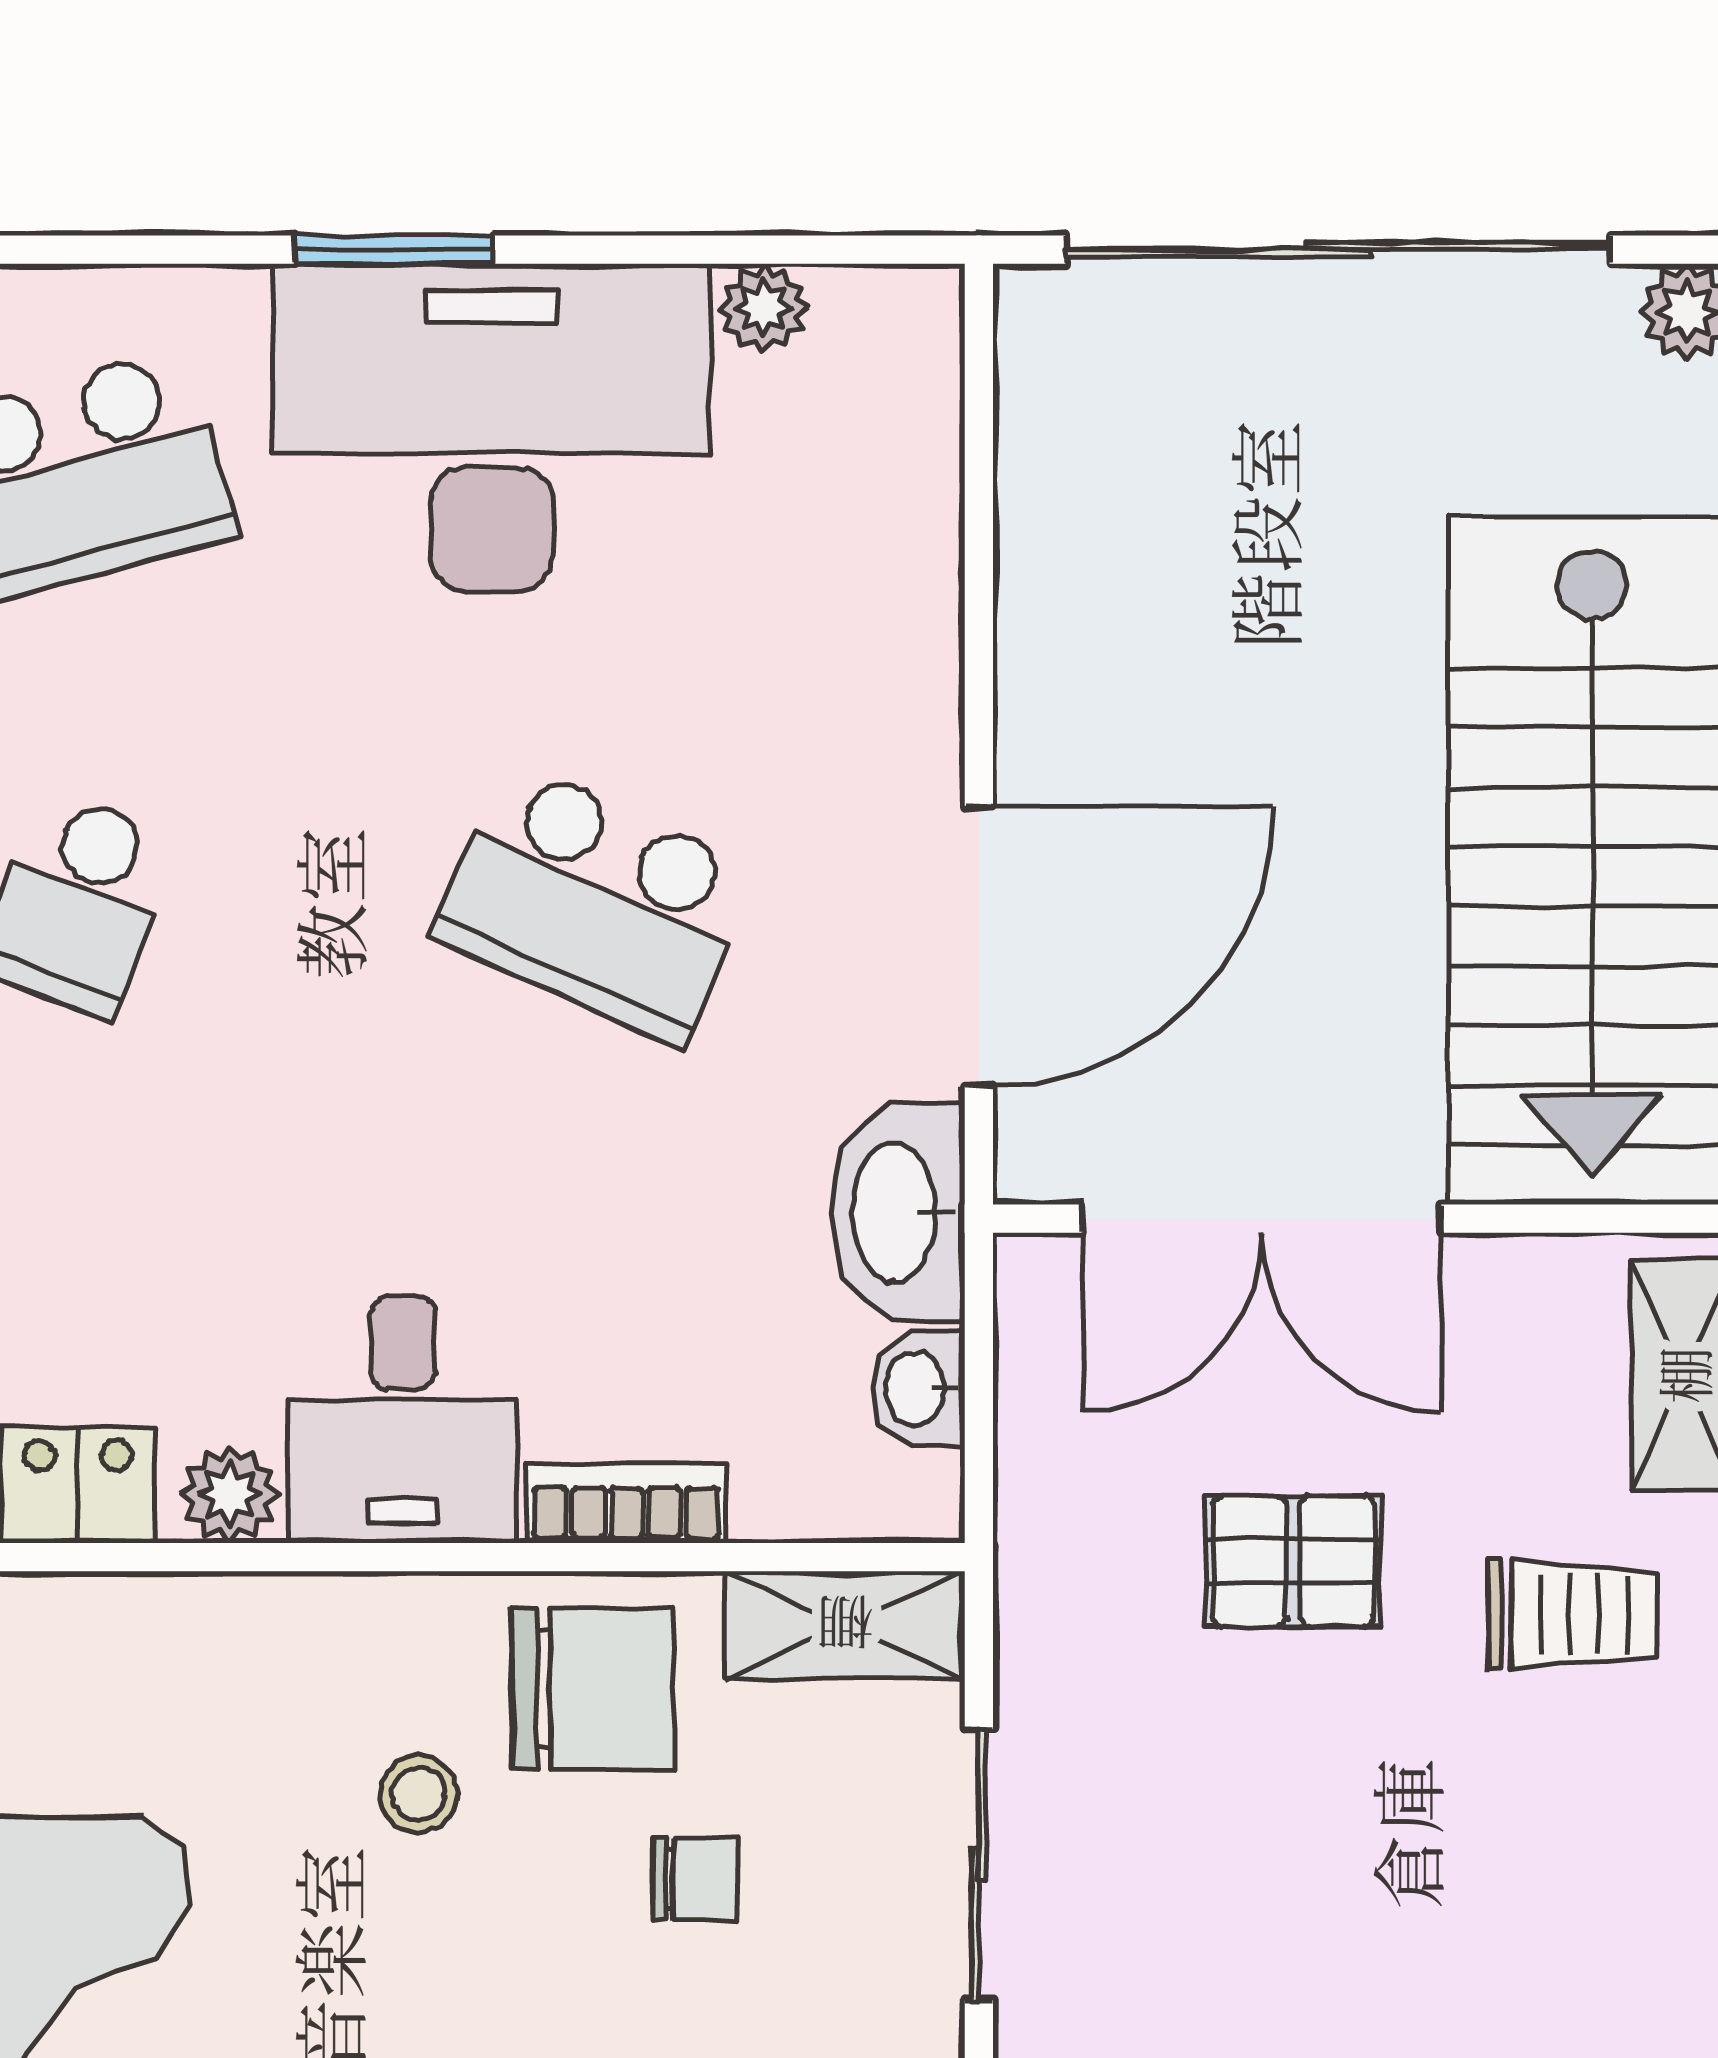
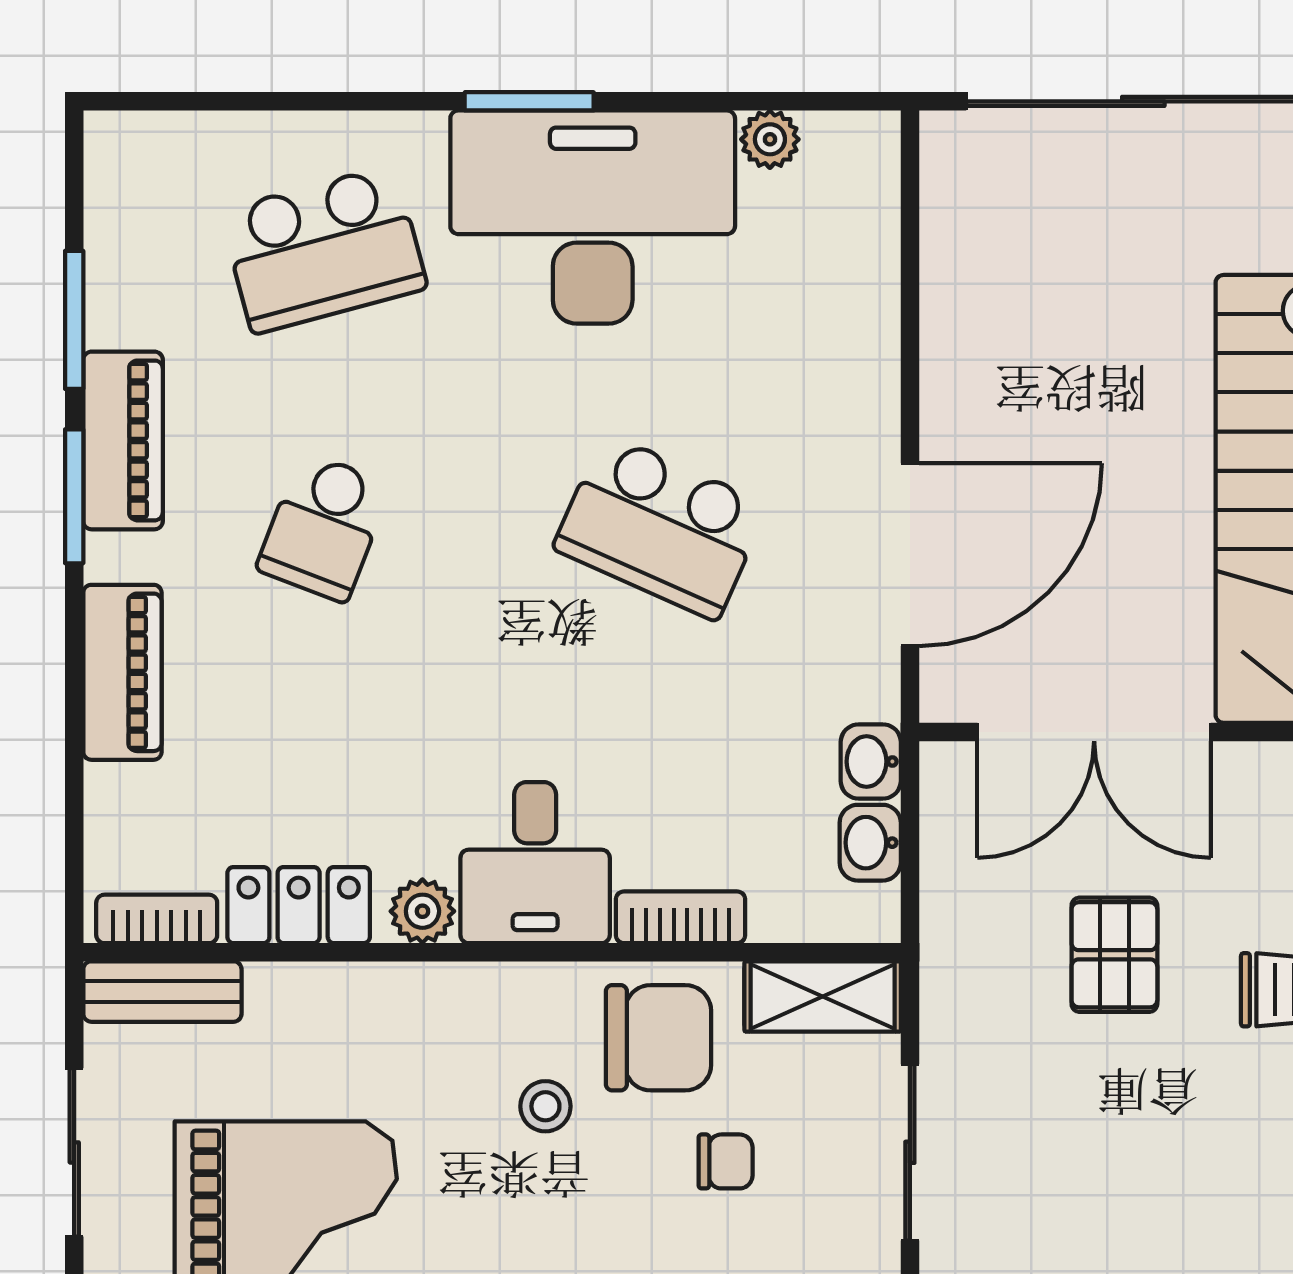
washbasin: (898, 1212) -> (871, 762), width x0.52, depth x0.69
pallet: (1293, 1561) -> (1114, 955), turned 90

